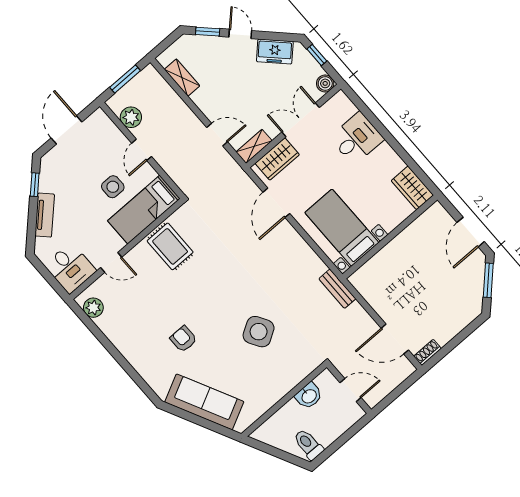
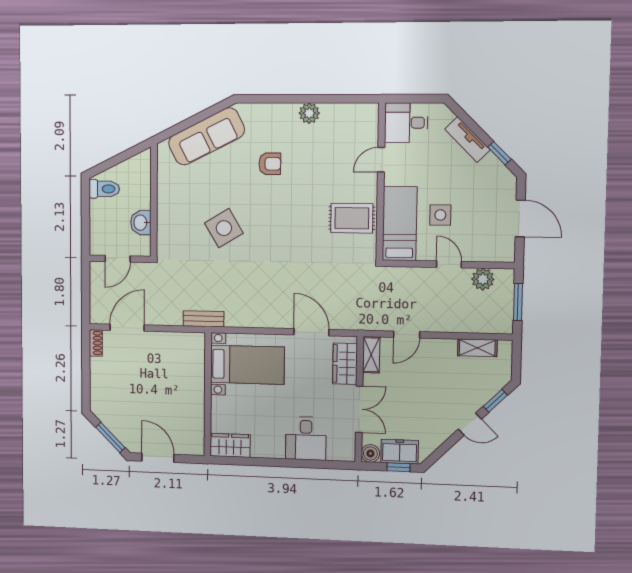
freezer: (275, 52) -> (400, 452), moved, turned 45
plant: (93, 308) -> (309, 113), moved

